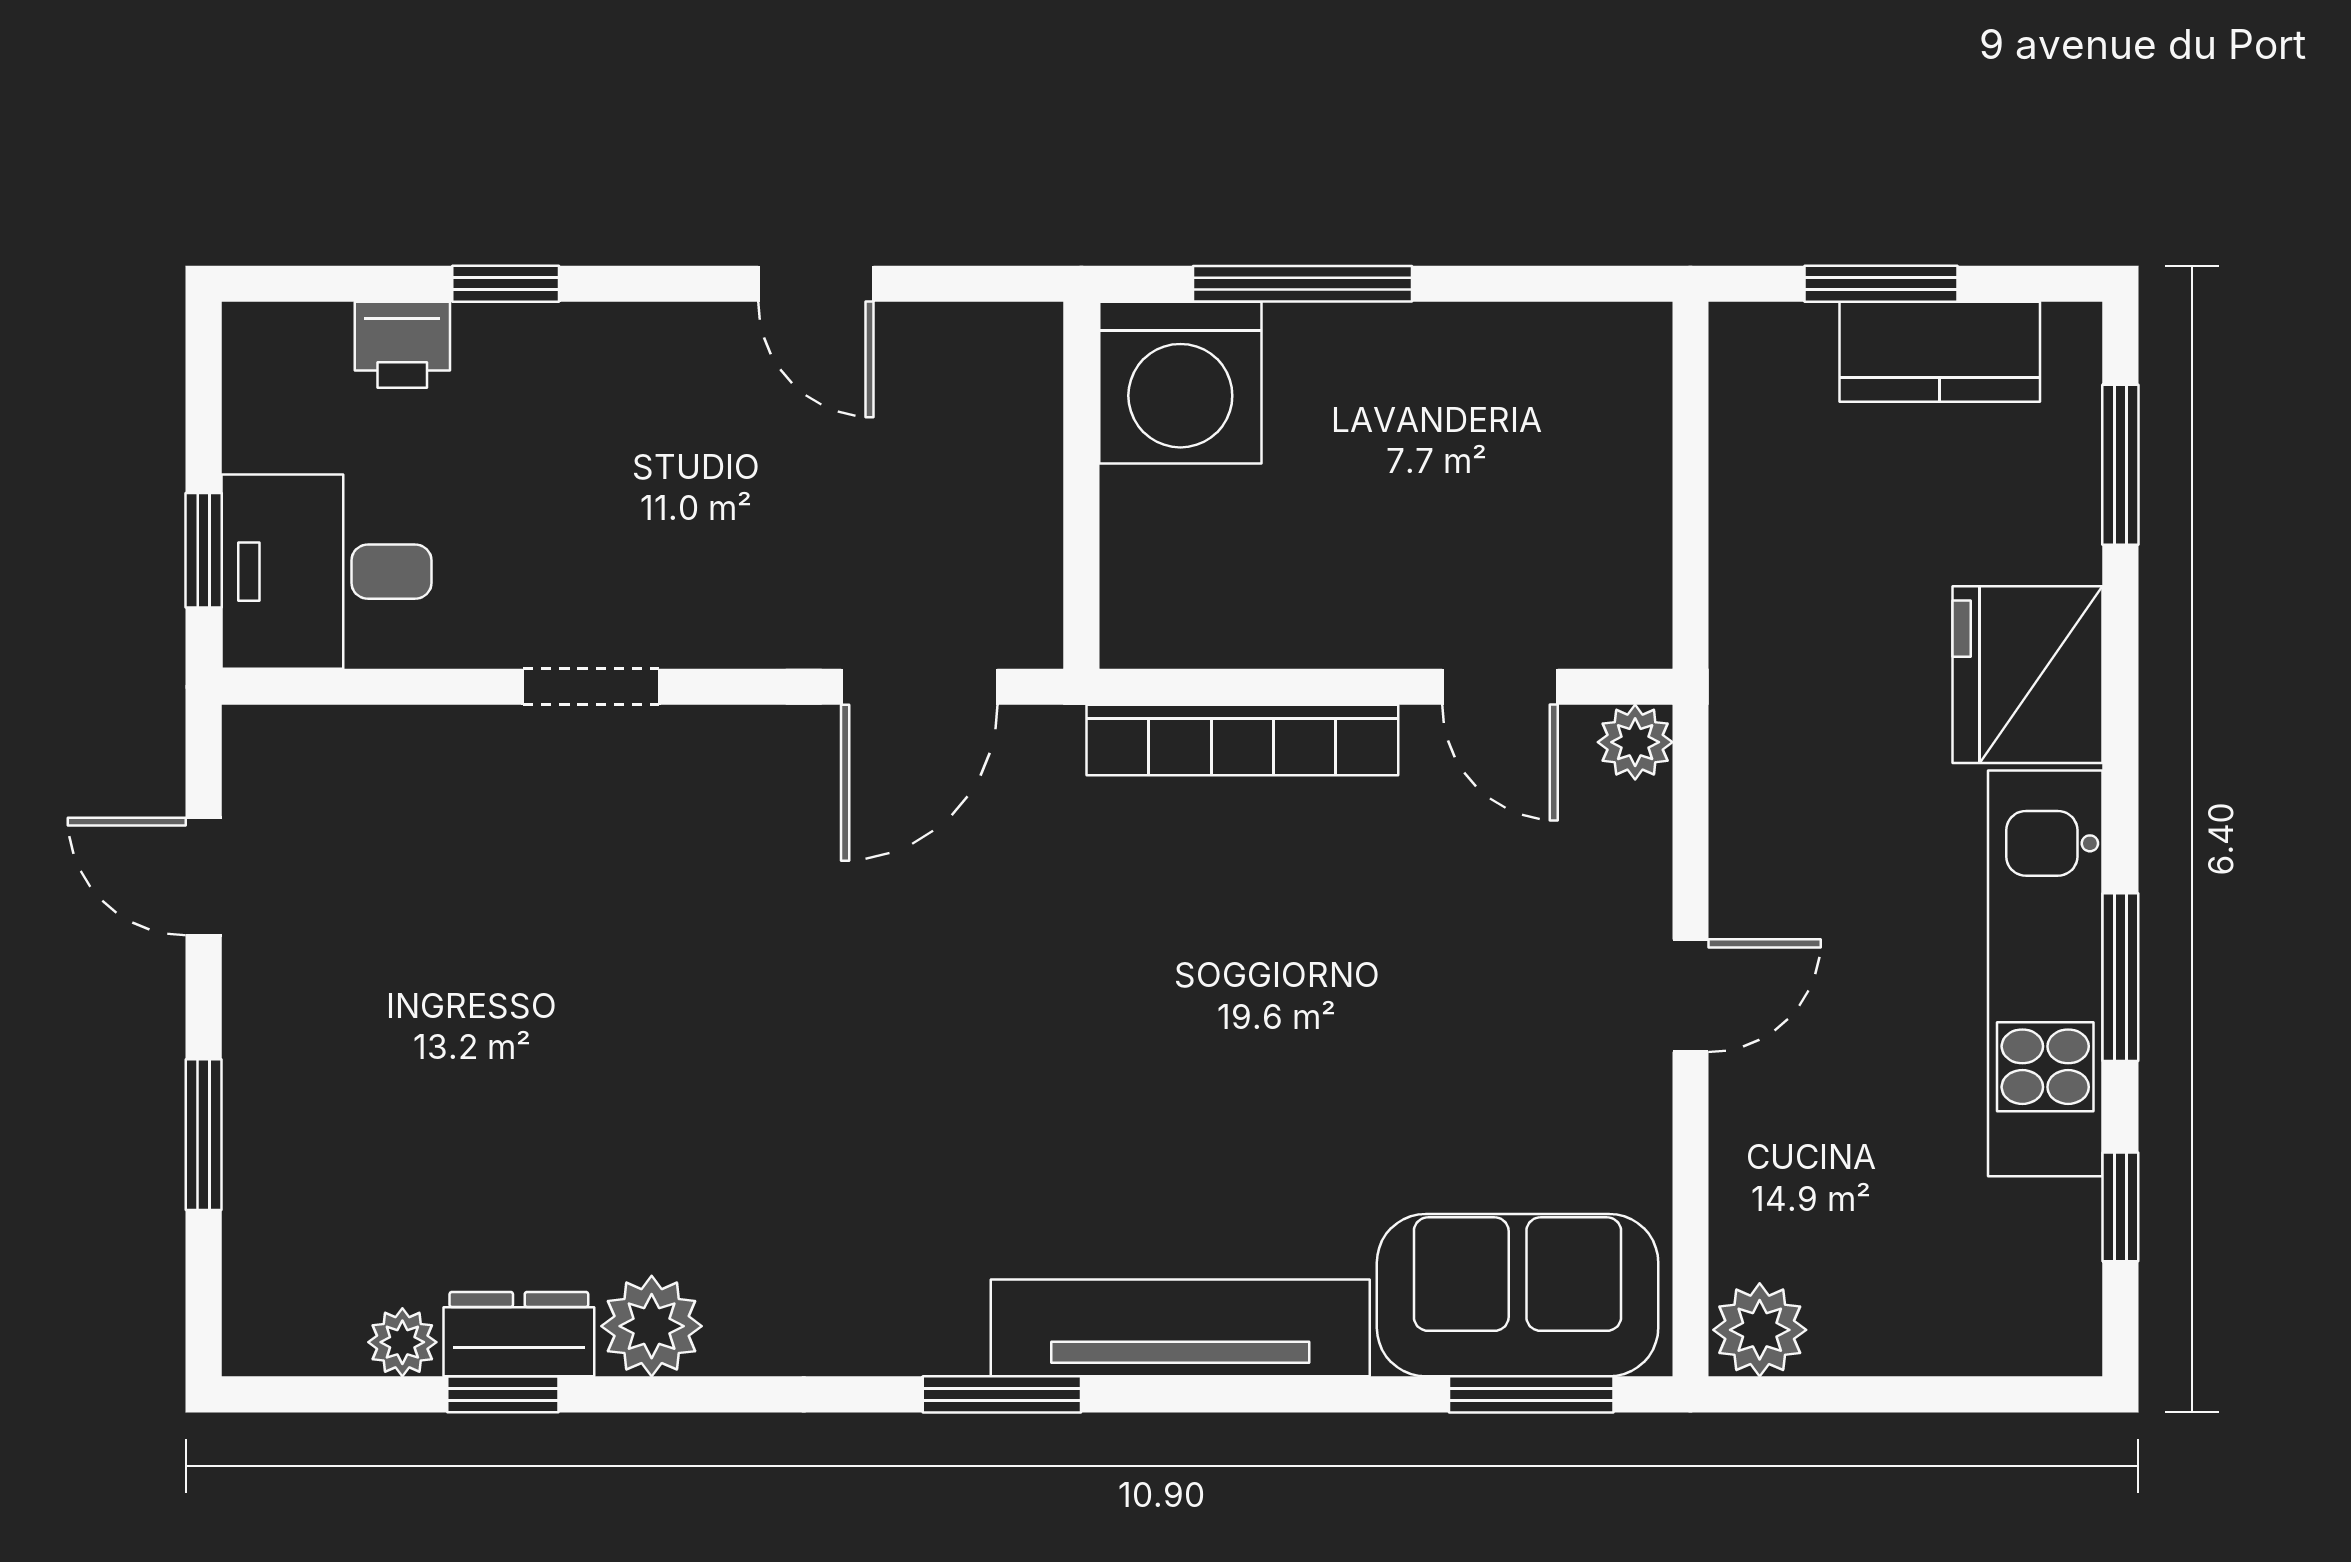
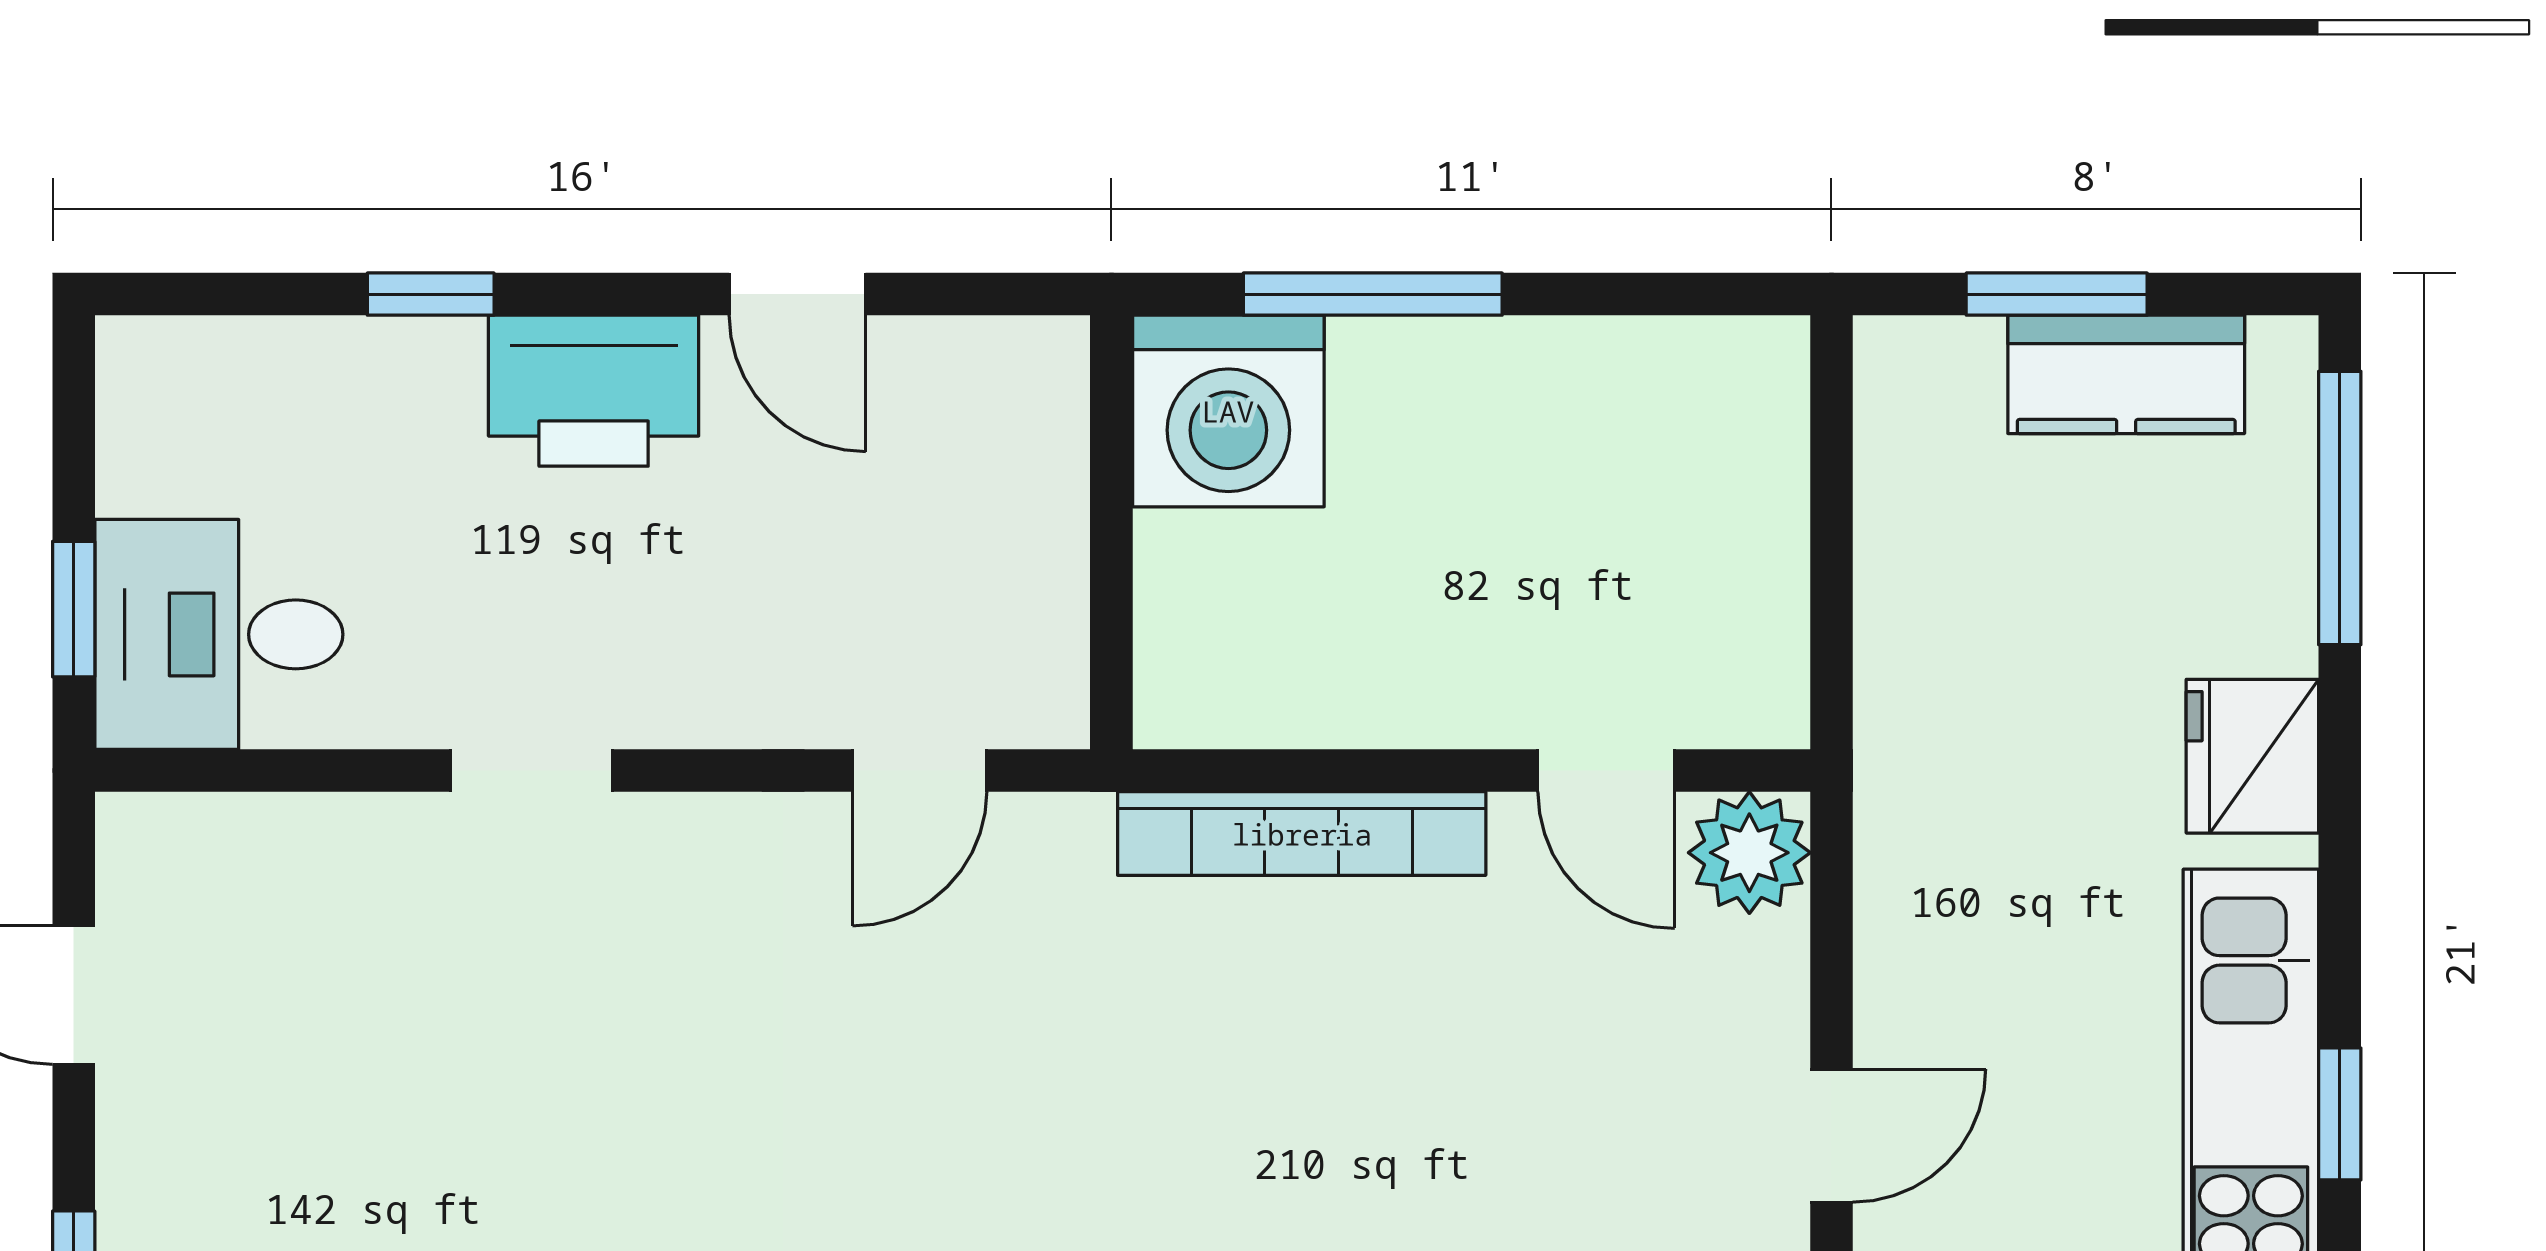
printer: (402, 345) -> (594, 391), moved, width x1.87, depth x1.48
window: (2120, 465) -> (2340, 508), width x1.44
fridge: (2028, 675) -> (2252, 756), width x0.73, depth x0.75
door: (919, 687) -> (920, 771), width x0.73
plant: (1635, 742) -> (1749, 853), width x1.38, depth x1.38
window: (2120, 977) -> (2340, 1114), width x0.67

